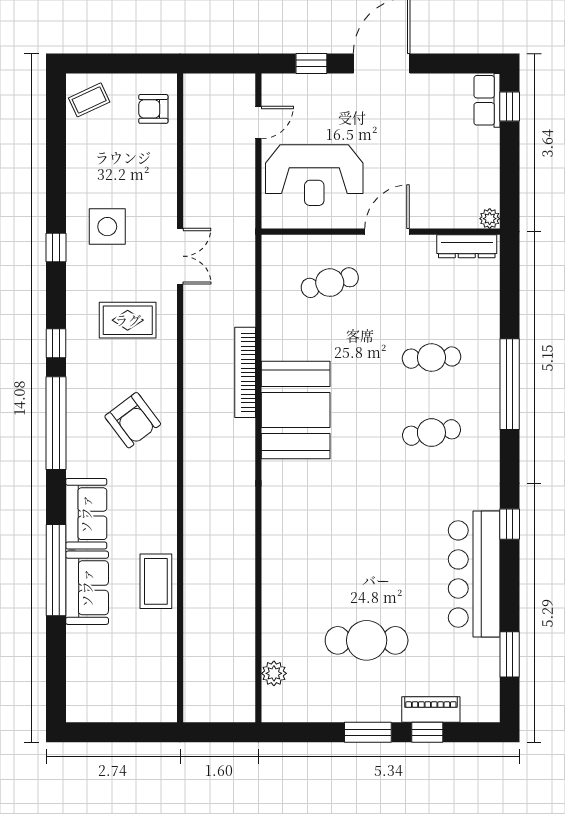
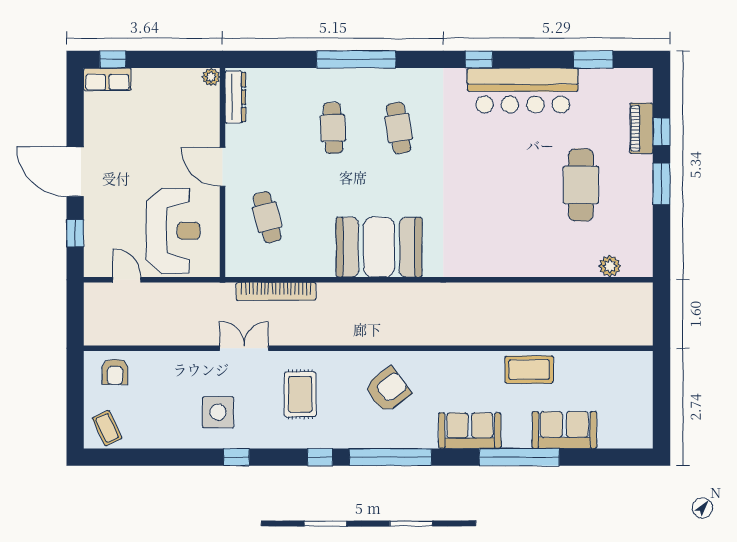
bookcase: (245, 372) -> (276, 291), moved
sofa: (87, 588) -> (564, 430), moved

